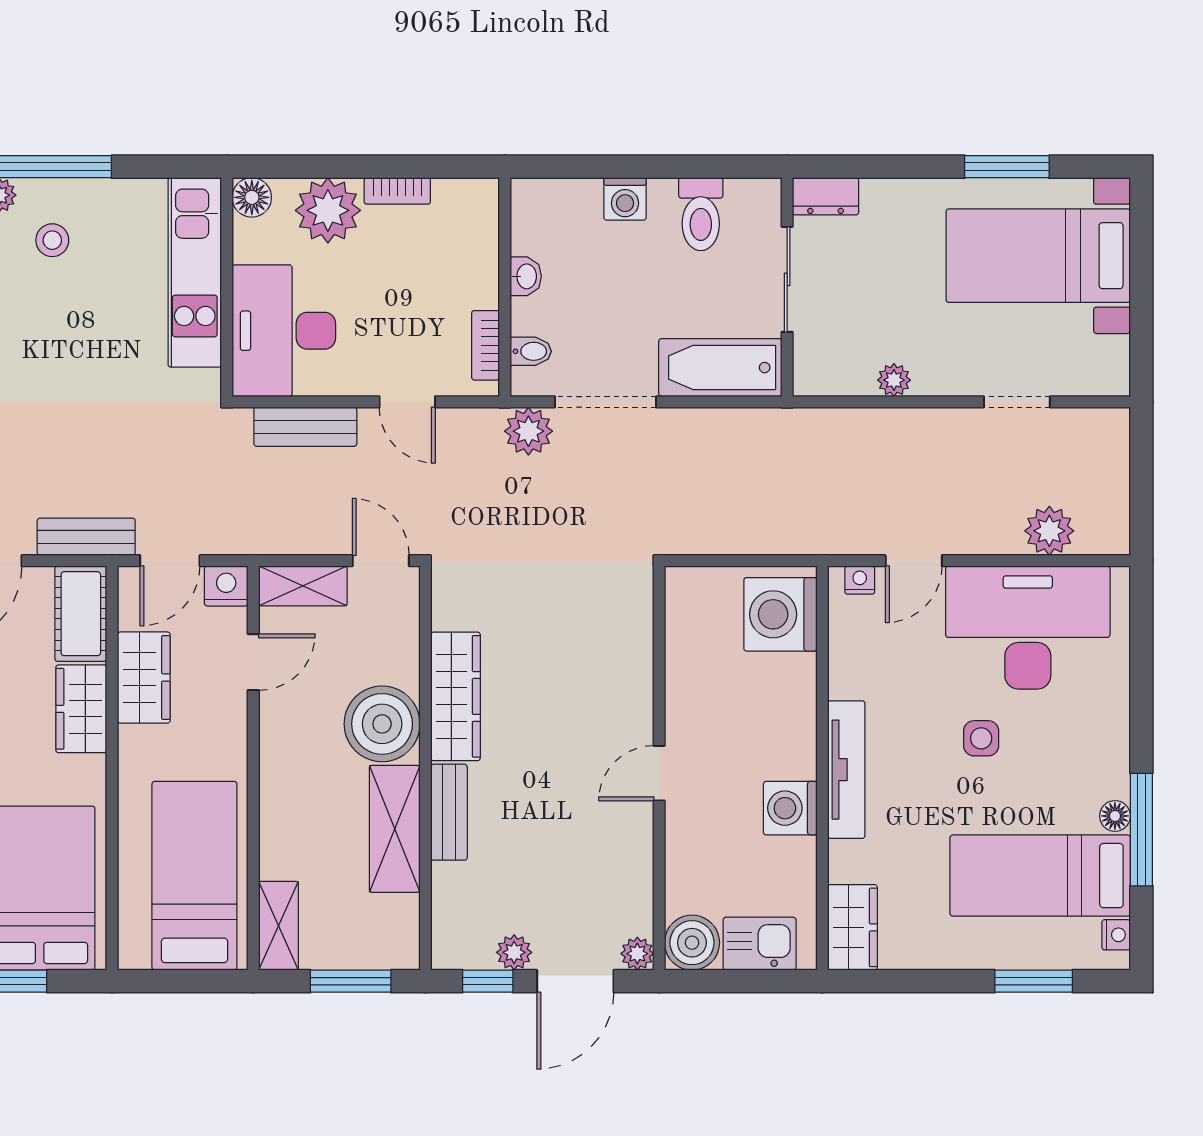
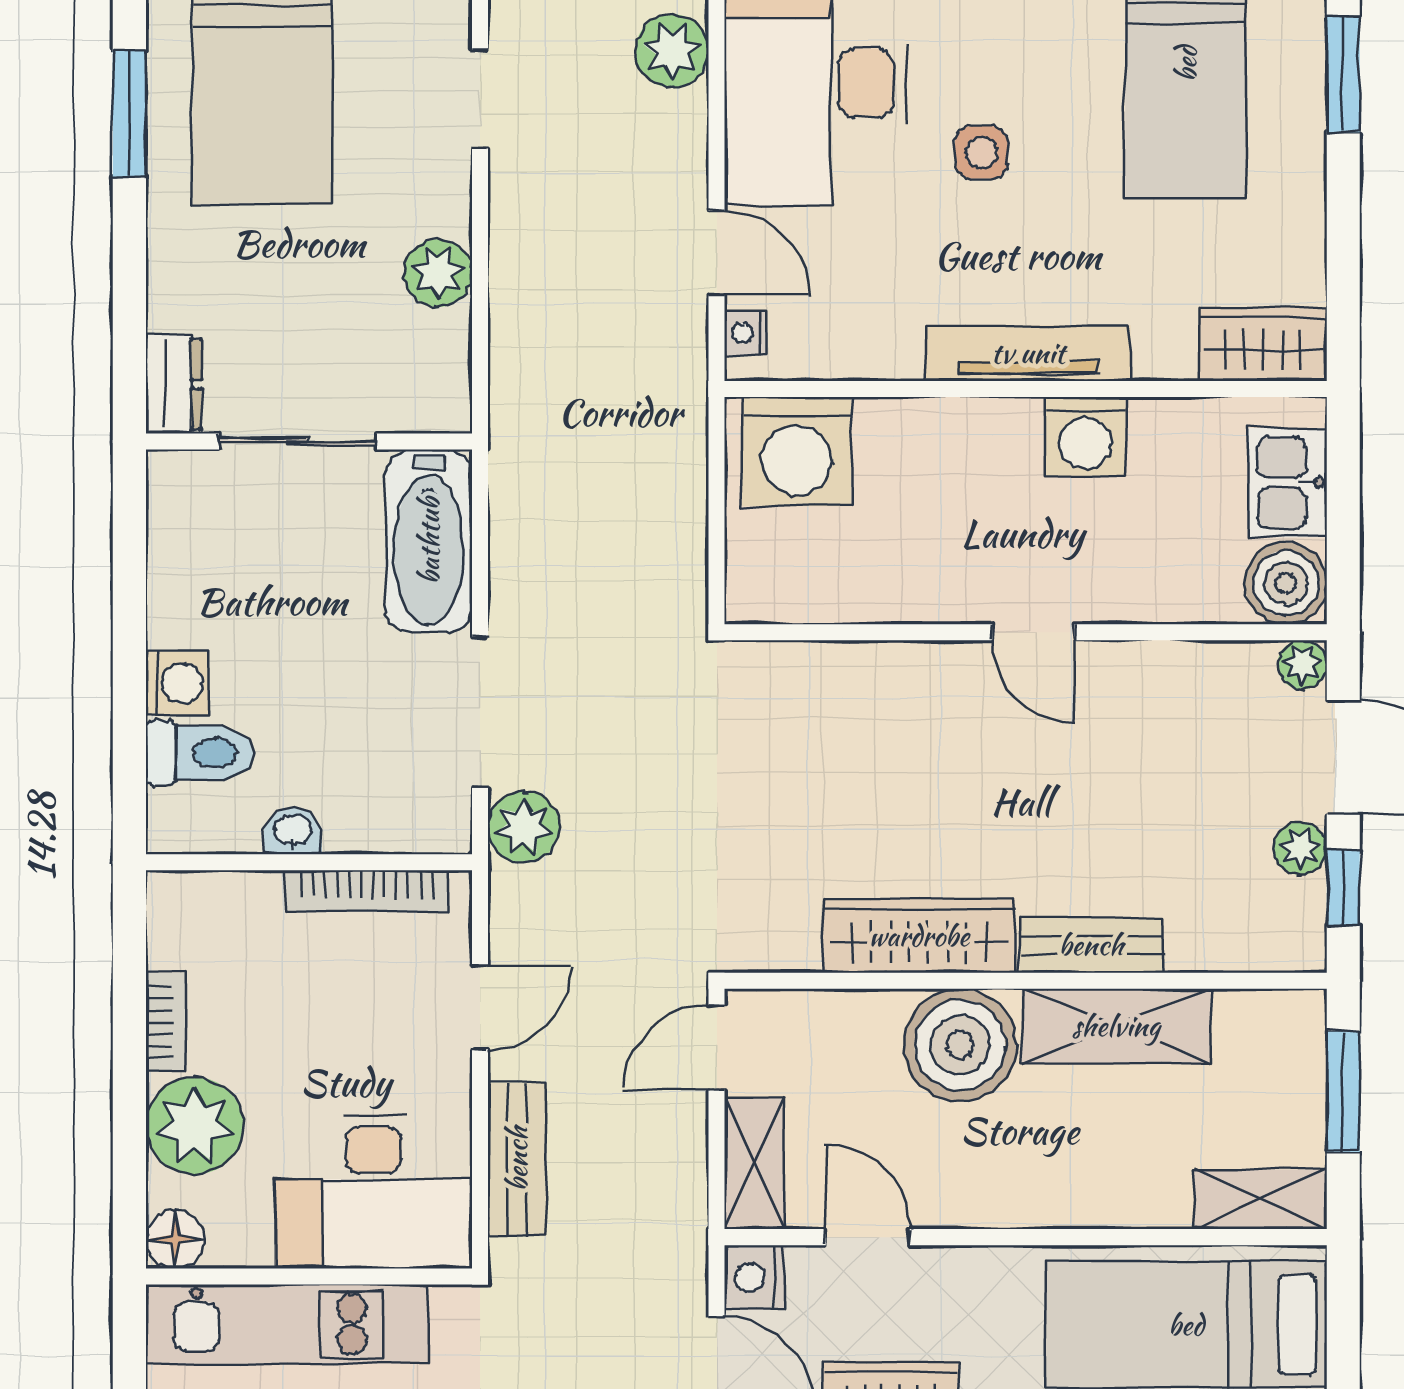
toilet: (701, 214) -> (200, 753), moved
bookcase: (486, 345) -> (366, 891), width x1.56
bidet: (531, 351) -> (405, 824), removed
plant: (894, 380) -> (438, 273), width x1.38, depth x1.38

